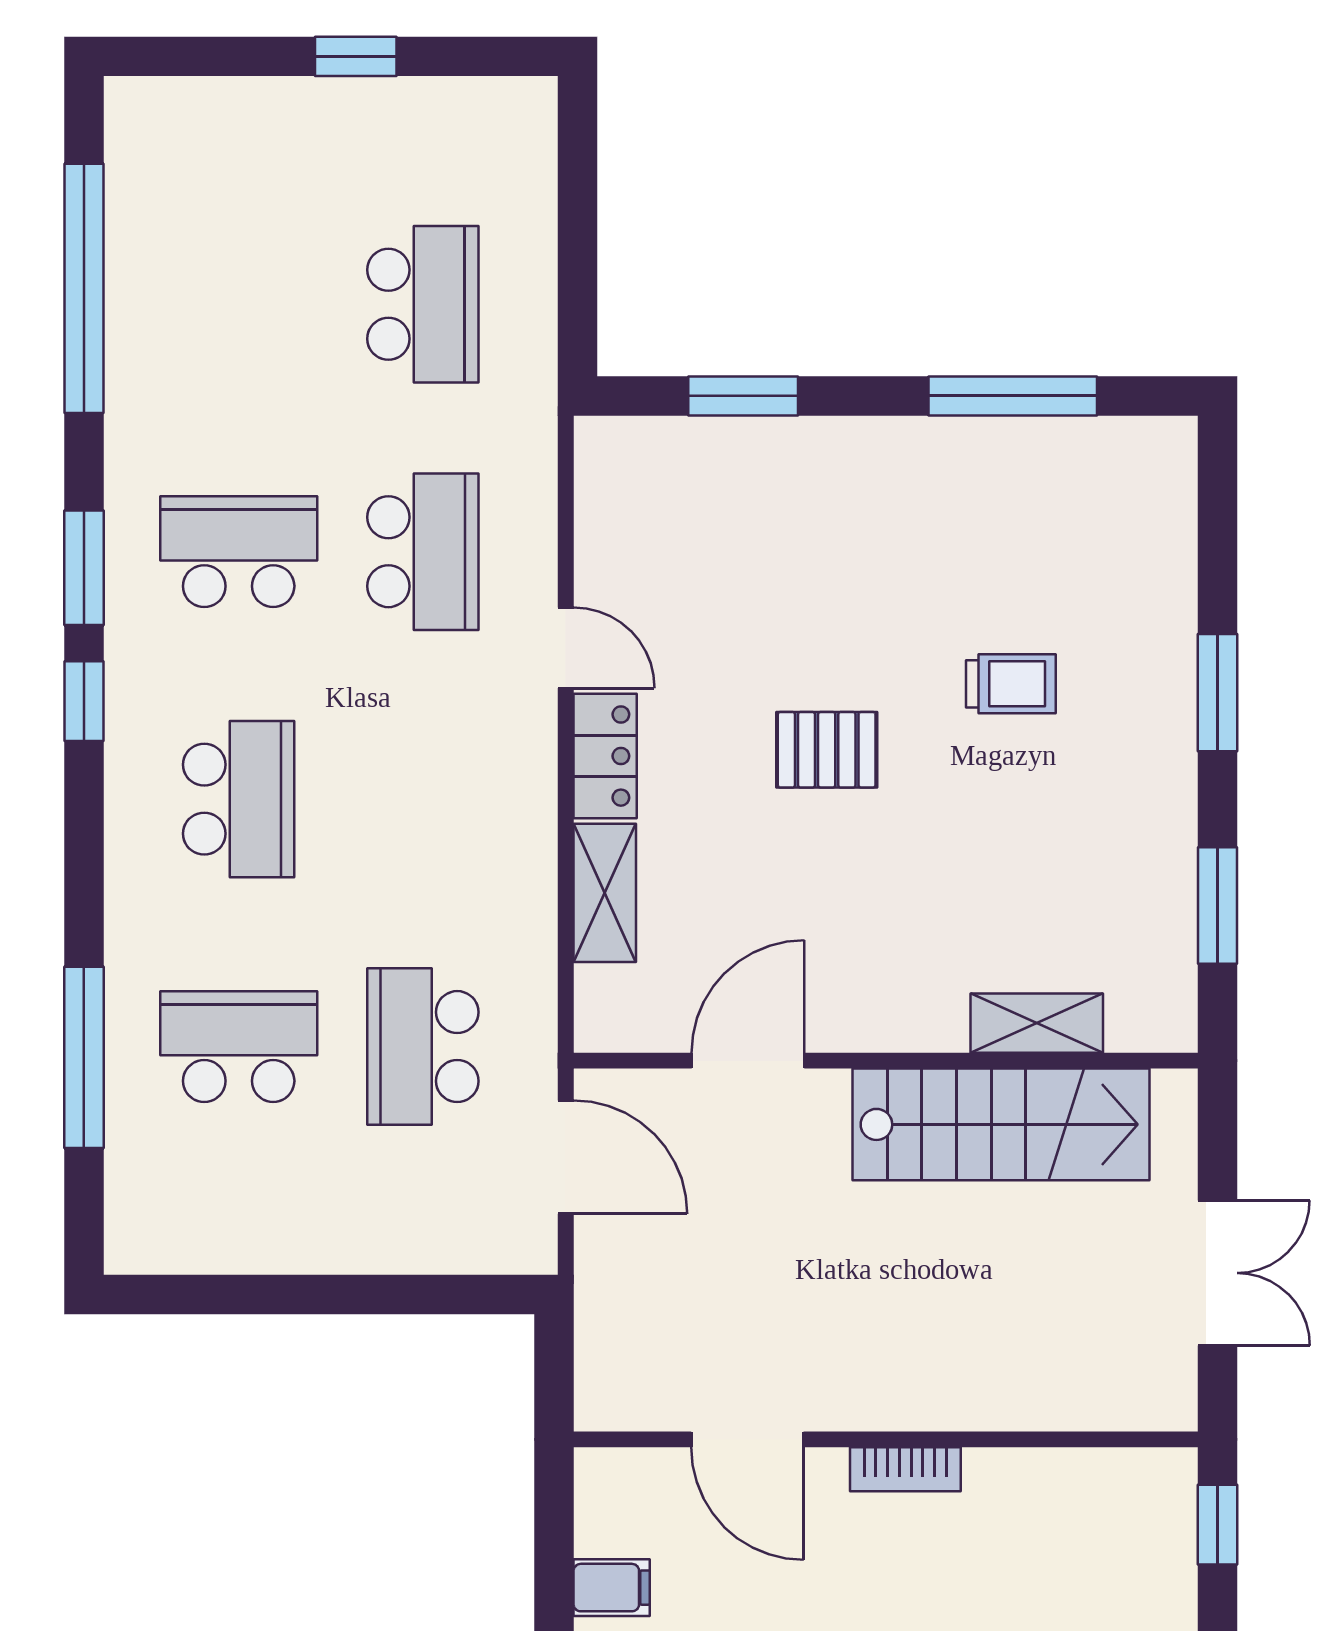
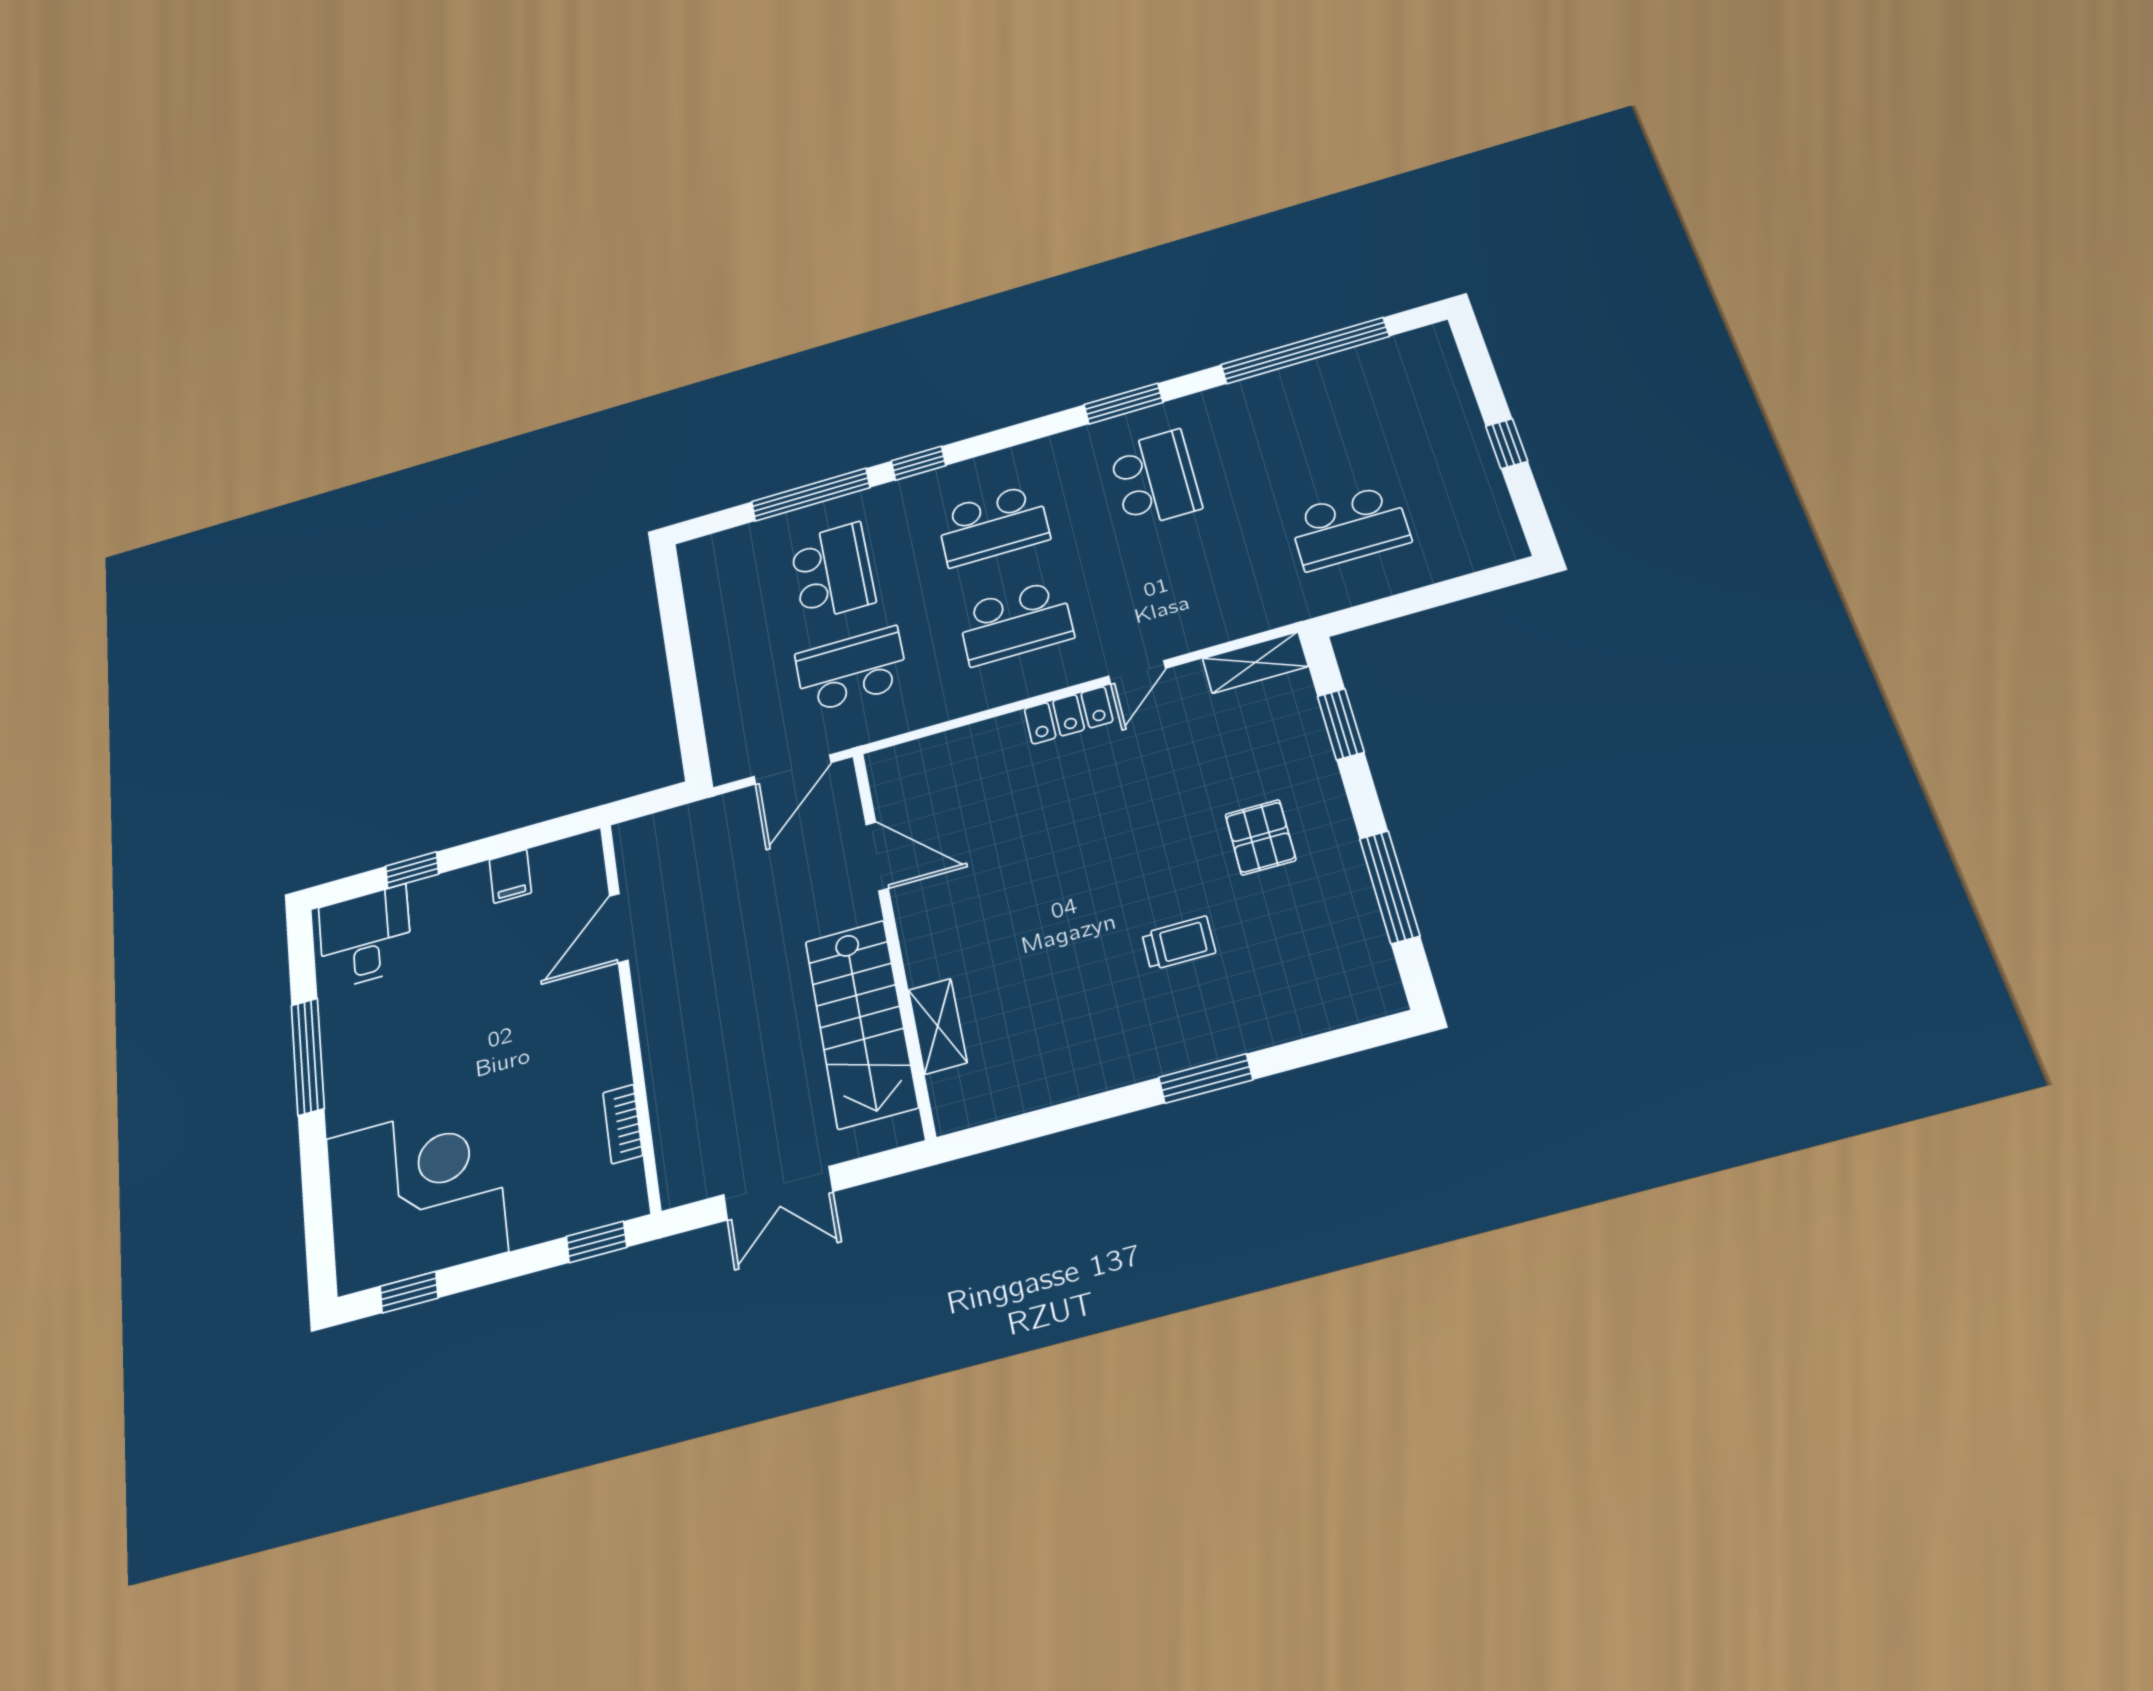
school desk: (423, 552) -> (1016, 623), moved
trolley: (1011, 684) -> (1179, 943), turned -90
window: (84, 701) -> (918, 463), moved
pallet: (827, 750) -> (1260, 837), moved
shelving: (605, 893) -> (1255, 662), moved
window: (1217, 906) -> (1047, 1121), removed
bookcase: (905, 1469) -> (623, 1124), moved

